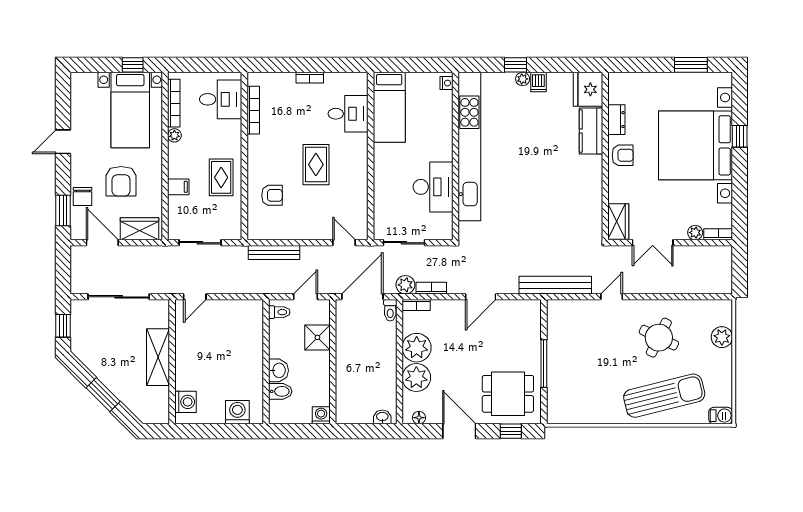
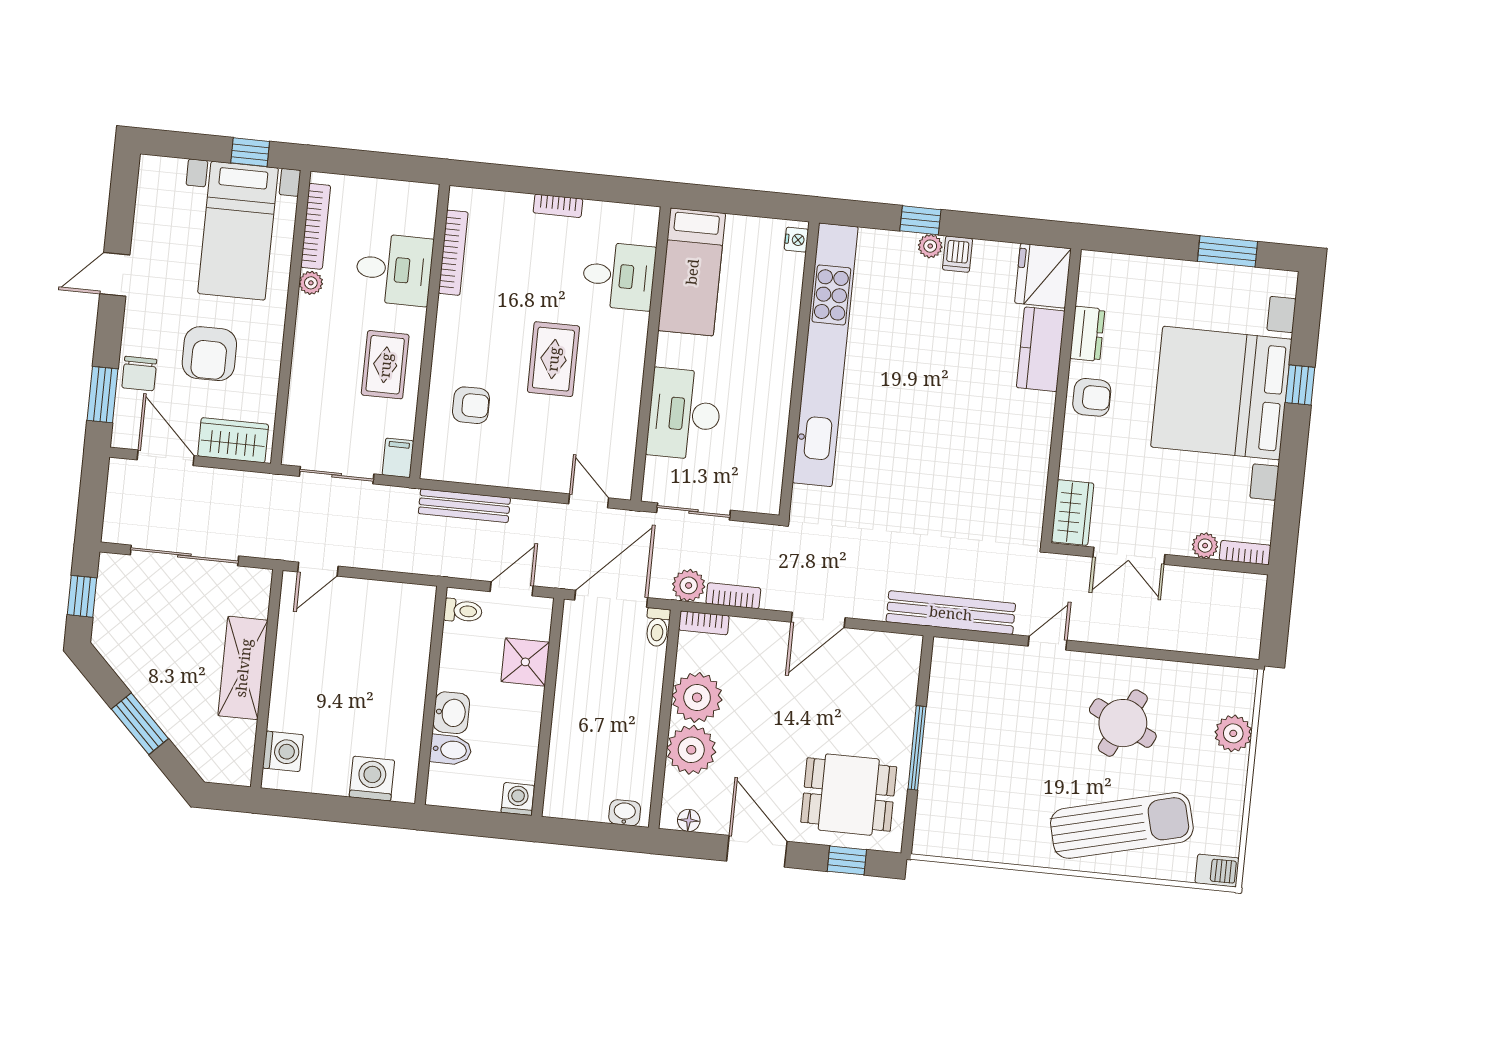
desk: (221, 99) -> (394, 269), moved
filing cabinet: (178, 187) -> (398, 458), moved, turned -90
desk: (433, 187) -> (684, 414), moved, turned 180

